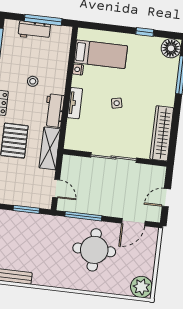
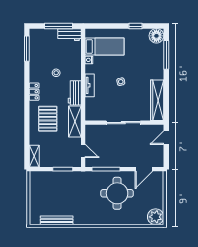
workbench: (34, 30) -> (69, 35), moved
door: (166, 198) -> (166, 138), moved

